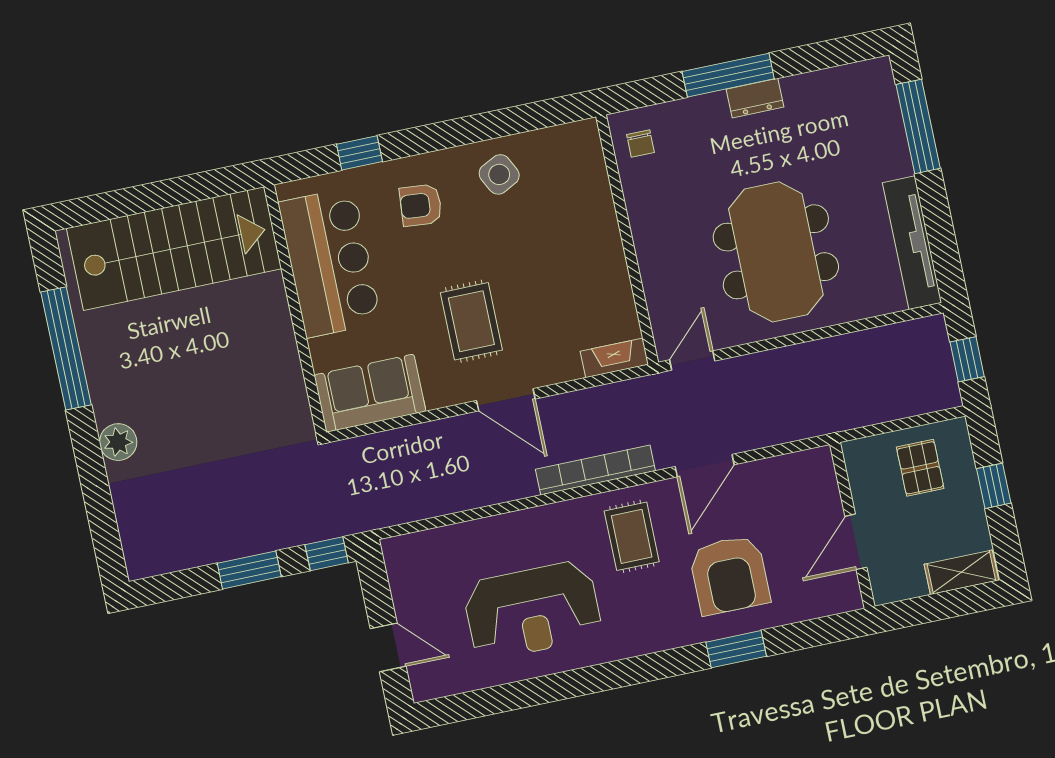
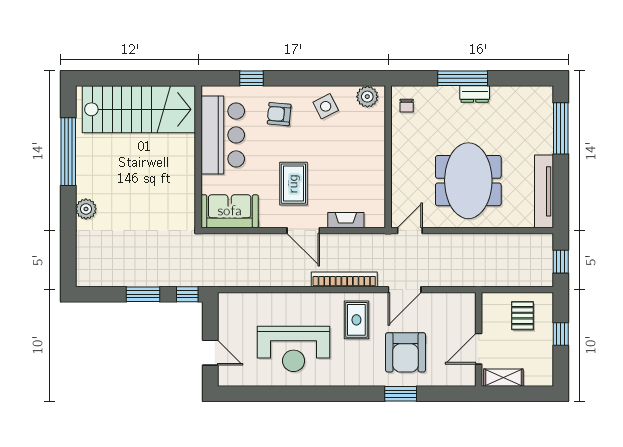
plant: (568, 142) -> (367, 97), added
fireplace: (614, 358) -> (346, 220), moved
shelving: (961, 572) -> (503, 378), moved

